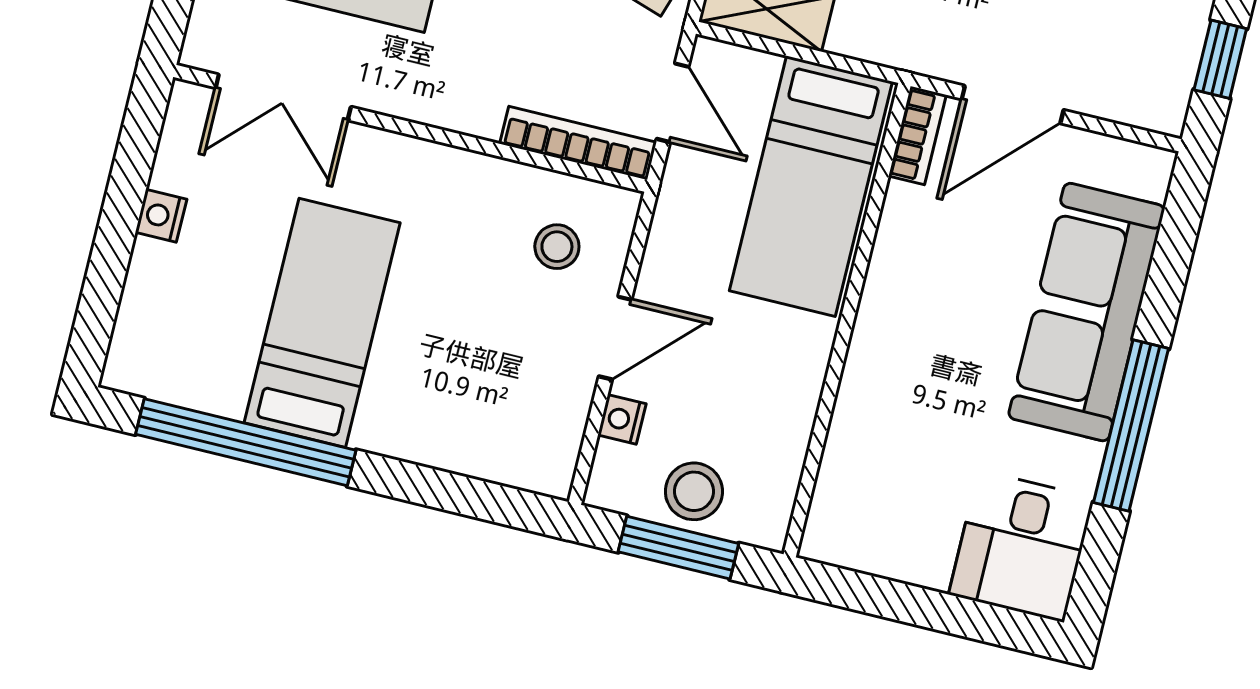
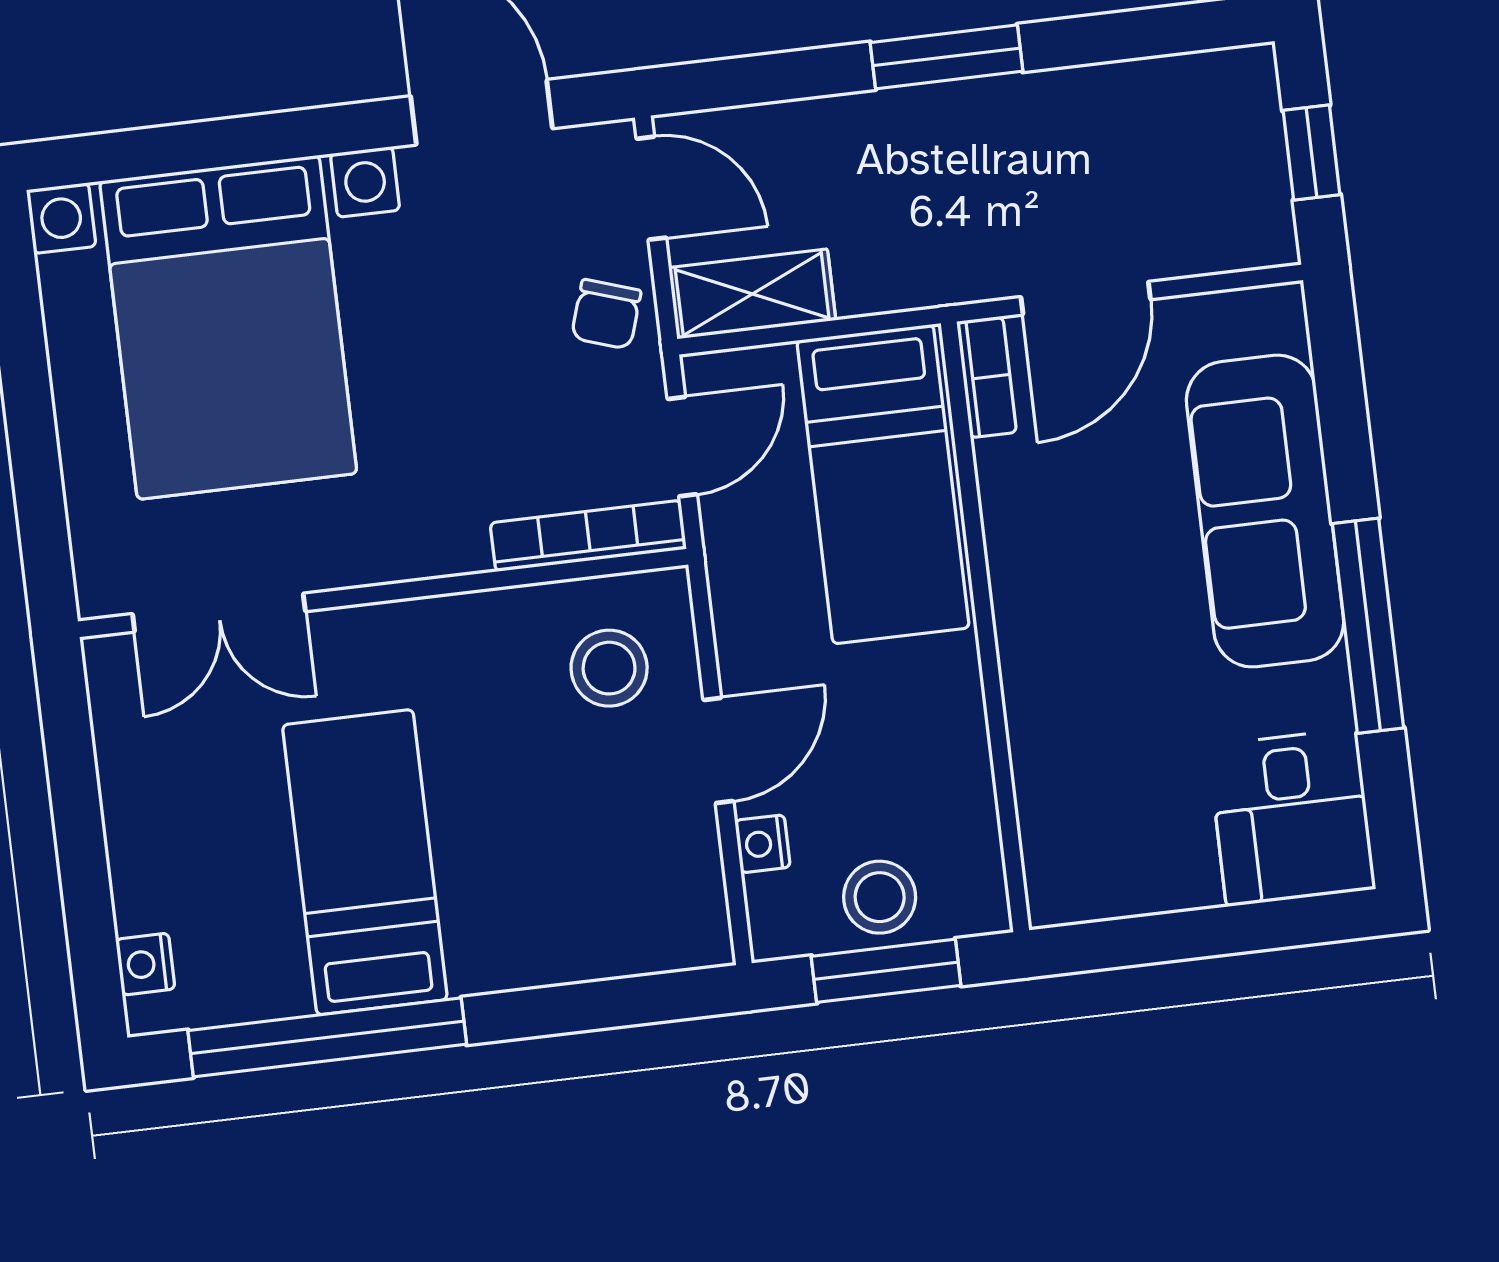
door: (672, 103) -> (682, 447), hinge flipped
nightstand: (161, 216) -> (145, 964), moved
stool: (557, 247) -> (609, 668), width x1.37, depth x1.37

